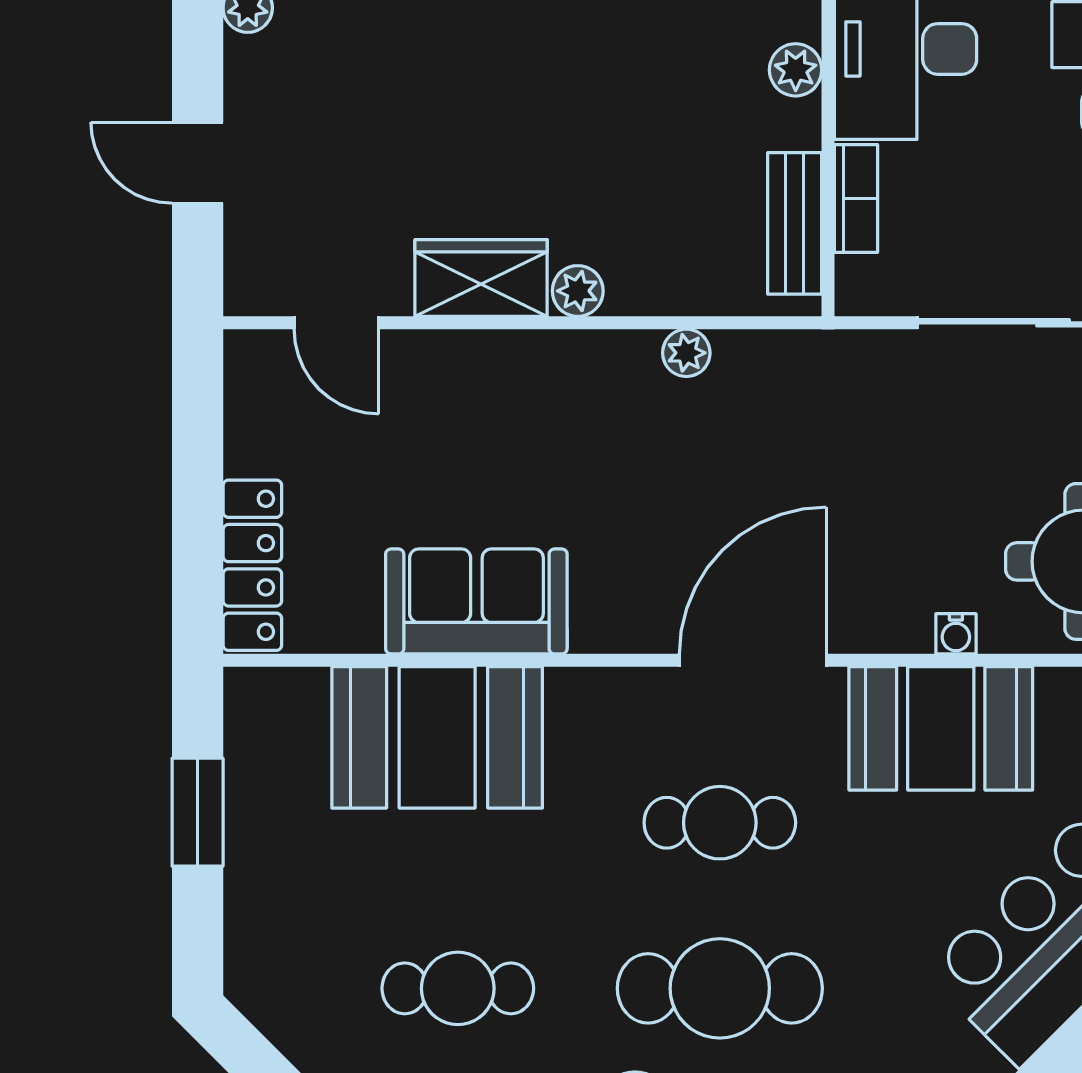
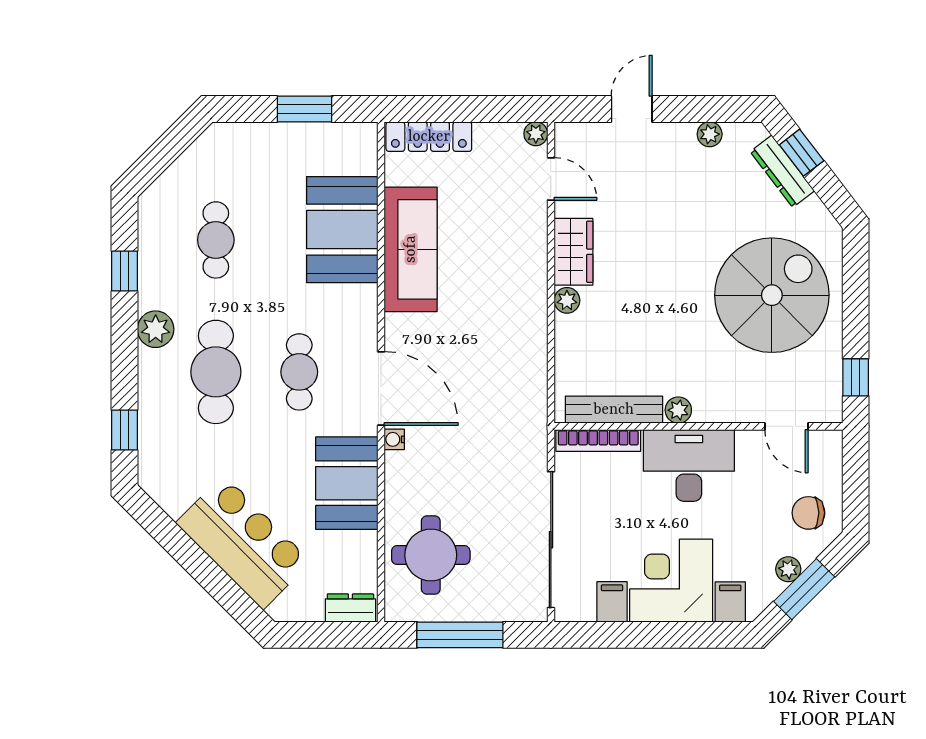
bookcase: (856, 198) -> (598, 440), width x1.56
bench: (795, 223) -> (614, 410), width x1.36
door: (337, 323) -> (551, 179), swing flipped
plant: (686, 353) -> (536, 134), moved
sofa: (476, 601) -> (411, 249), width x1.36
water cooler: (956, 634) -> (394, 439), moved

